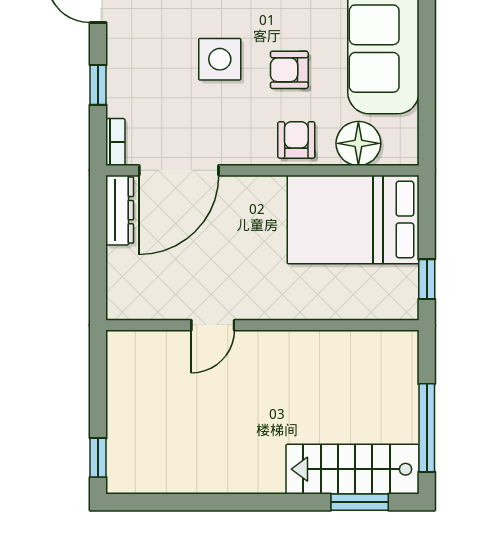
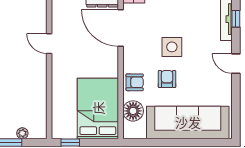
plant: (407, 383) -> (22, 133), added

